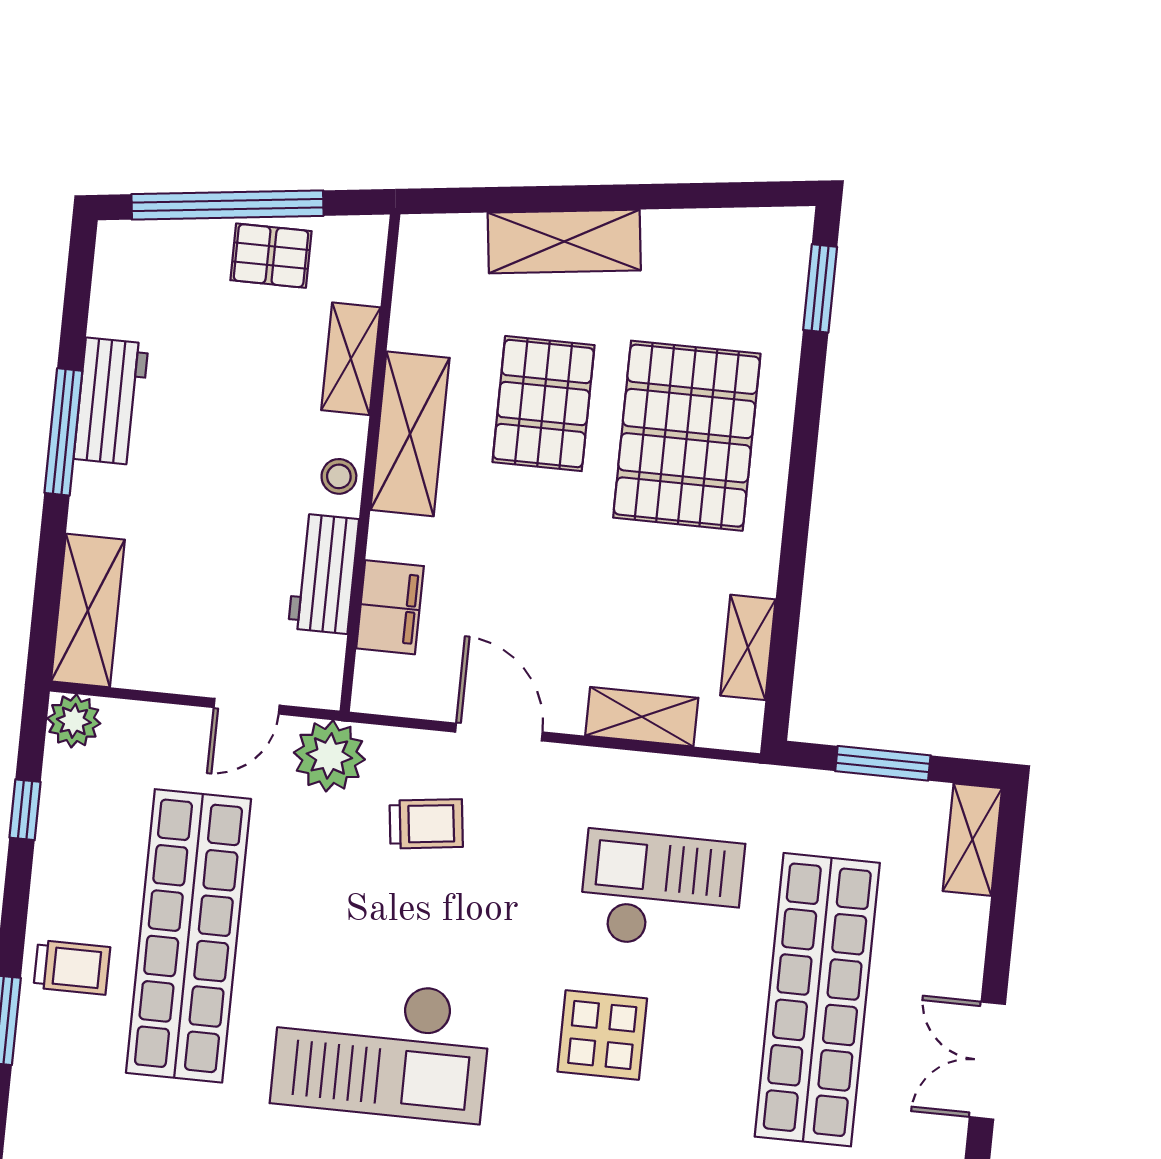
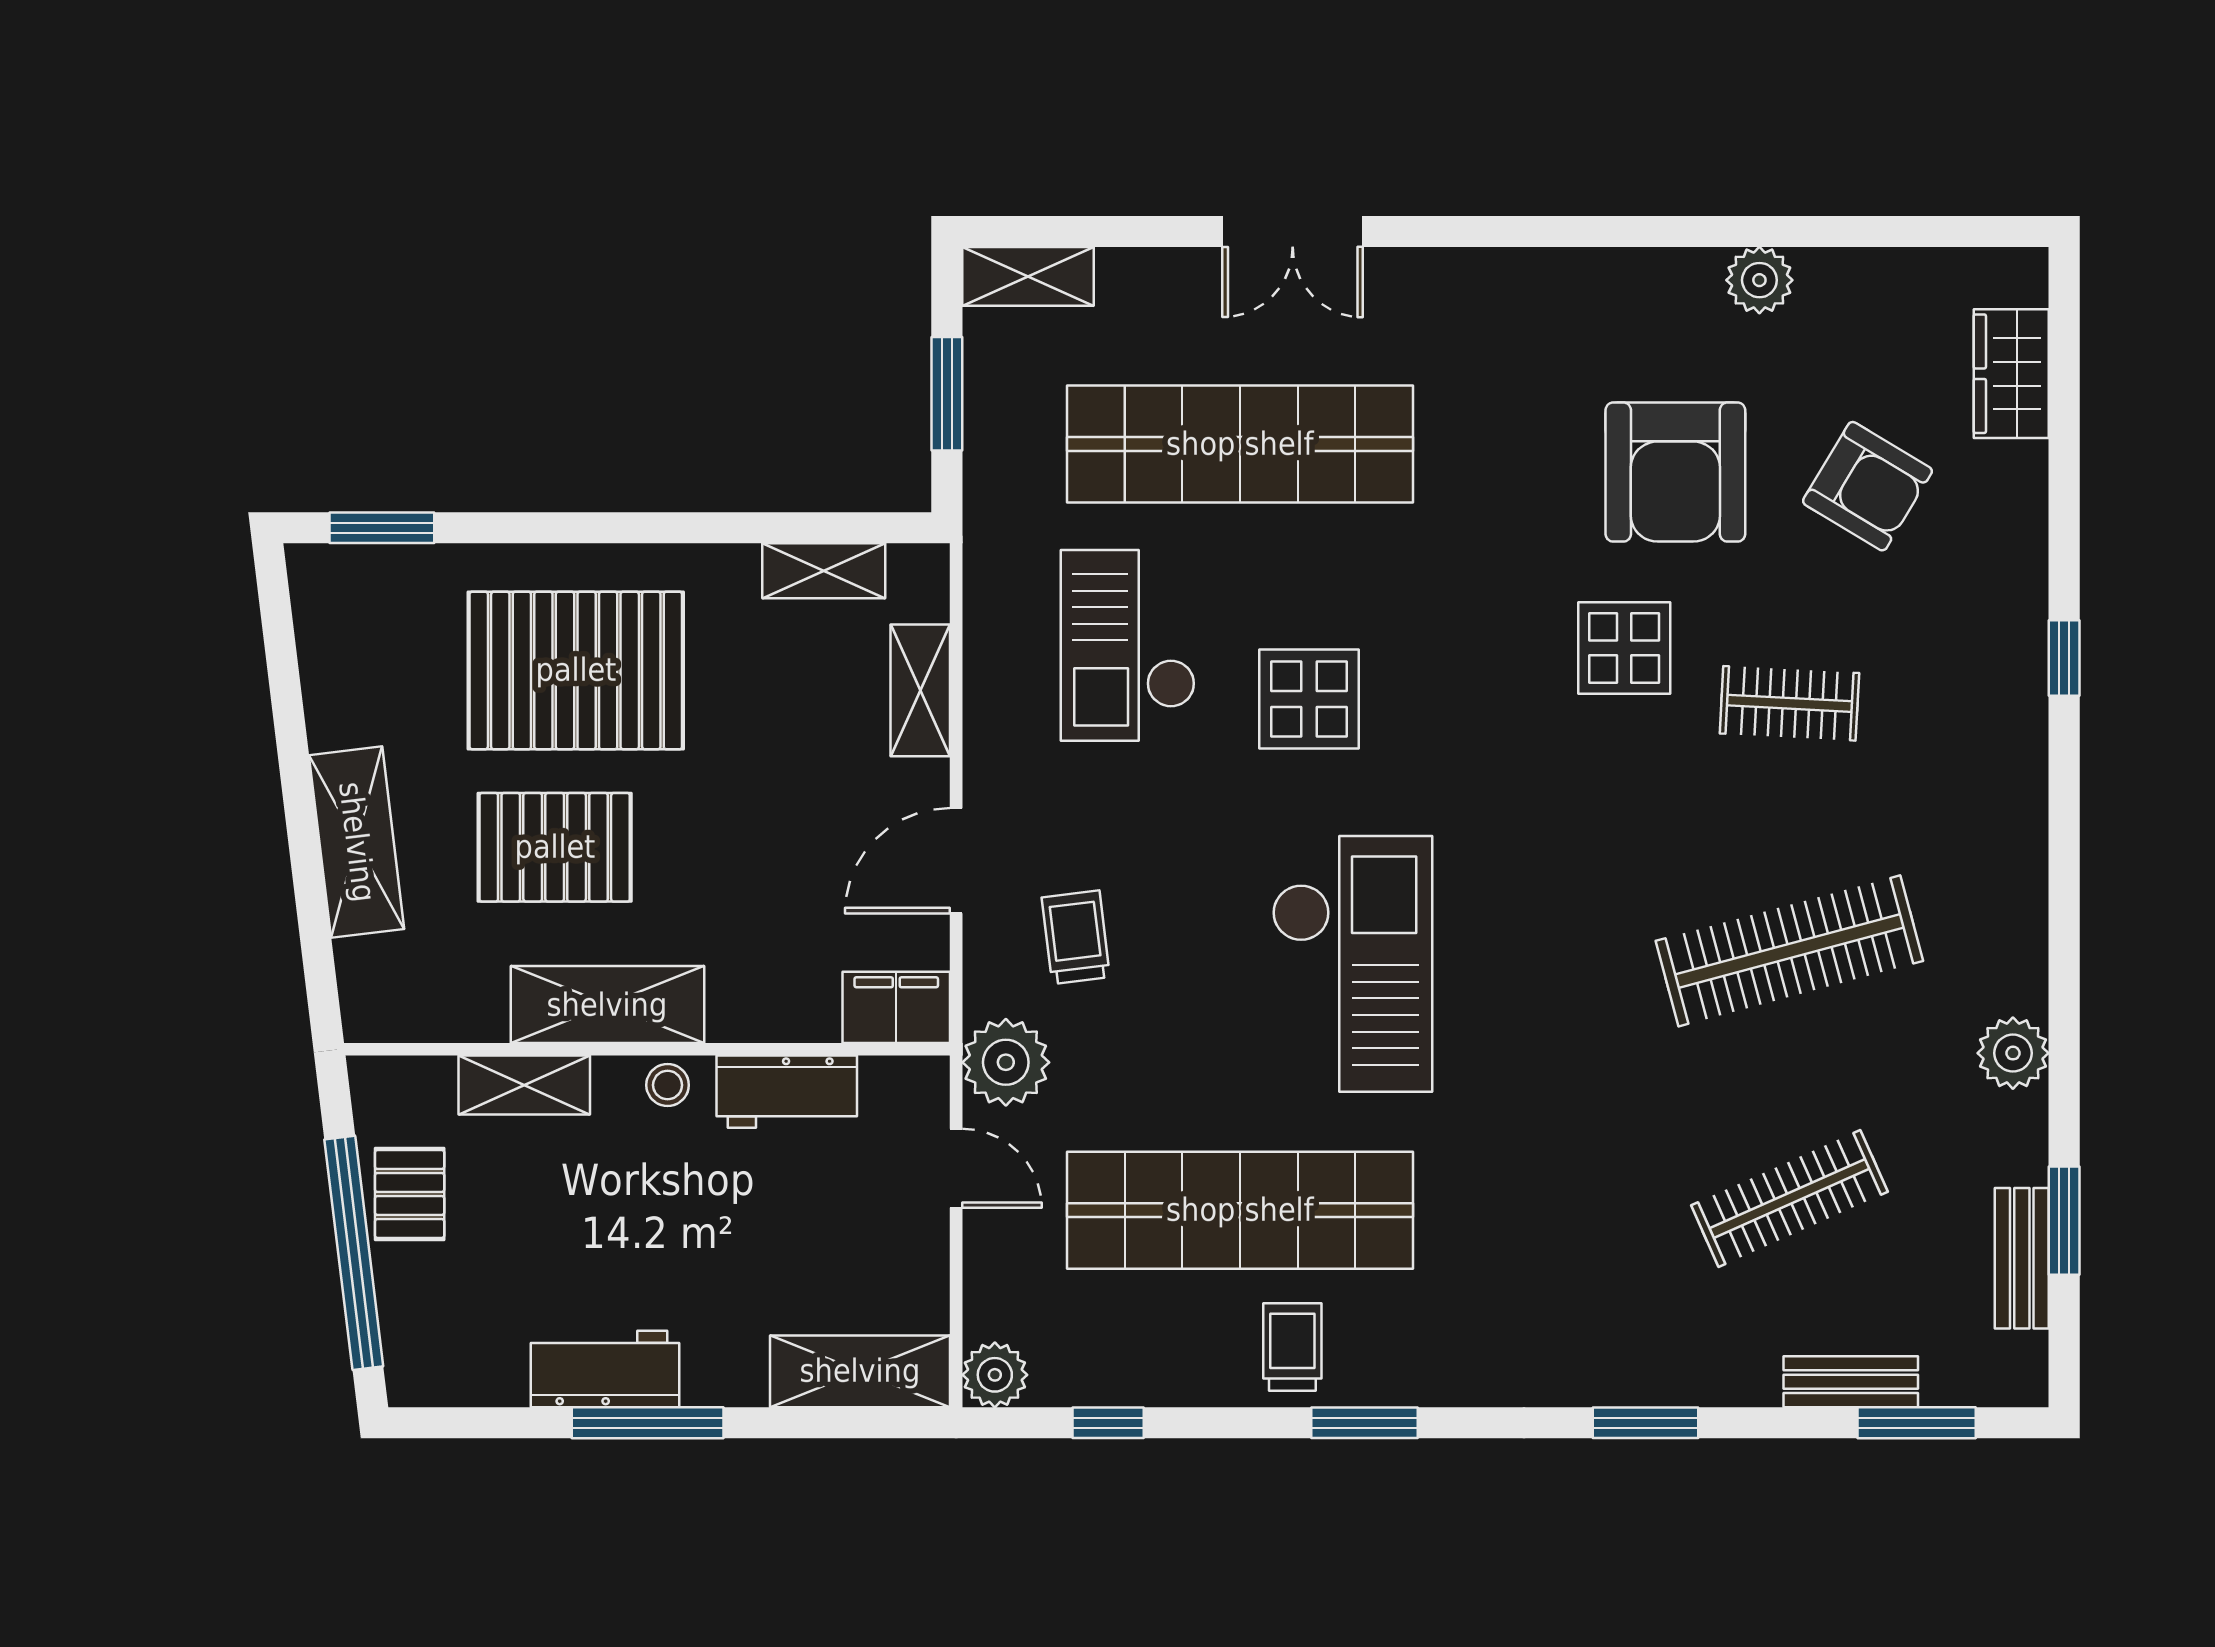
filing cabinet: (390, 607) -> (896, 1007), moved

